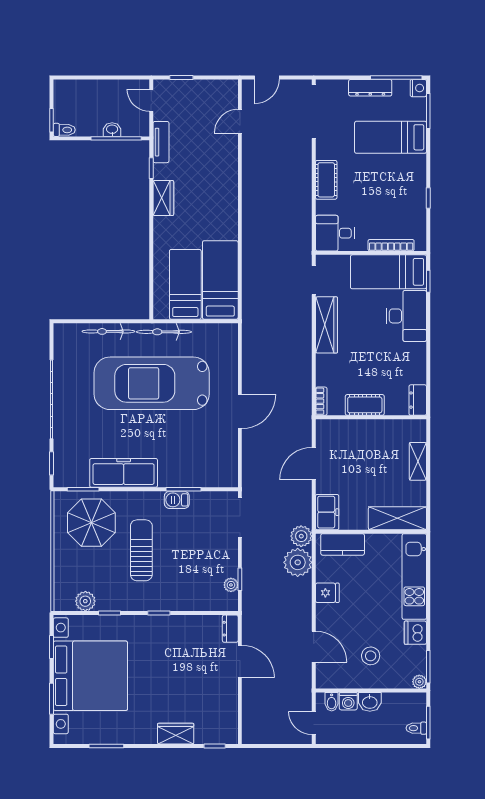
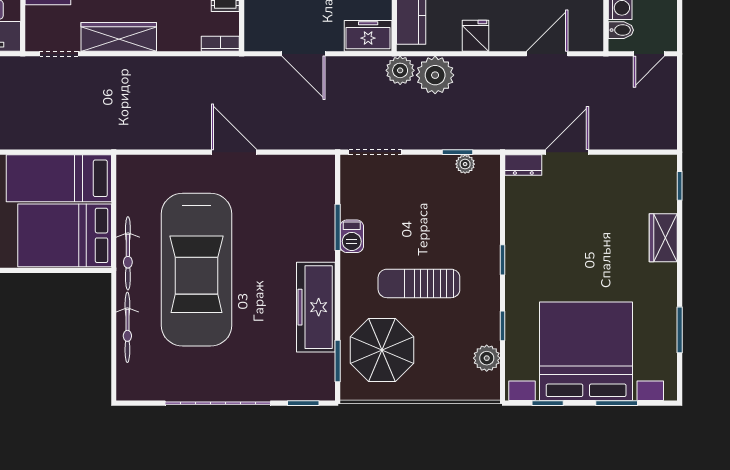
bed: (185, 284) -> (65, 235), width x1.50

